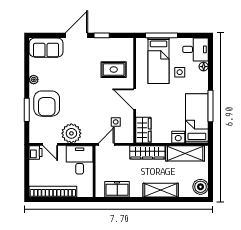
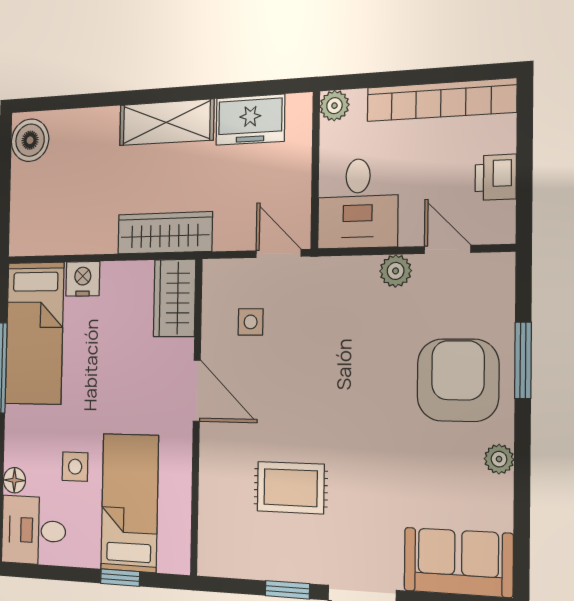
window: (162, 35) -> (120, 578), width x0.46
rug: (114, 70) -> (291, 488), moved
plant: (71, 133) -> (396, 271), width x0.53, depth x0.53
door: (106, 144) -> (278, 254), swing flipped
printer: (35, 153) -> (496, 177), moved
shelving: (185, 153) -> (66, 233), removed
shelving: (161, 190) -> (166, 122), moved
plant: (88, 192) -> (334, 106), added

